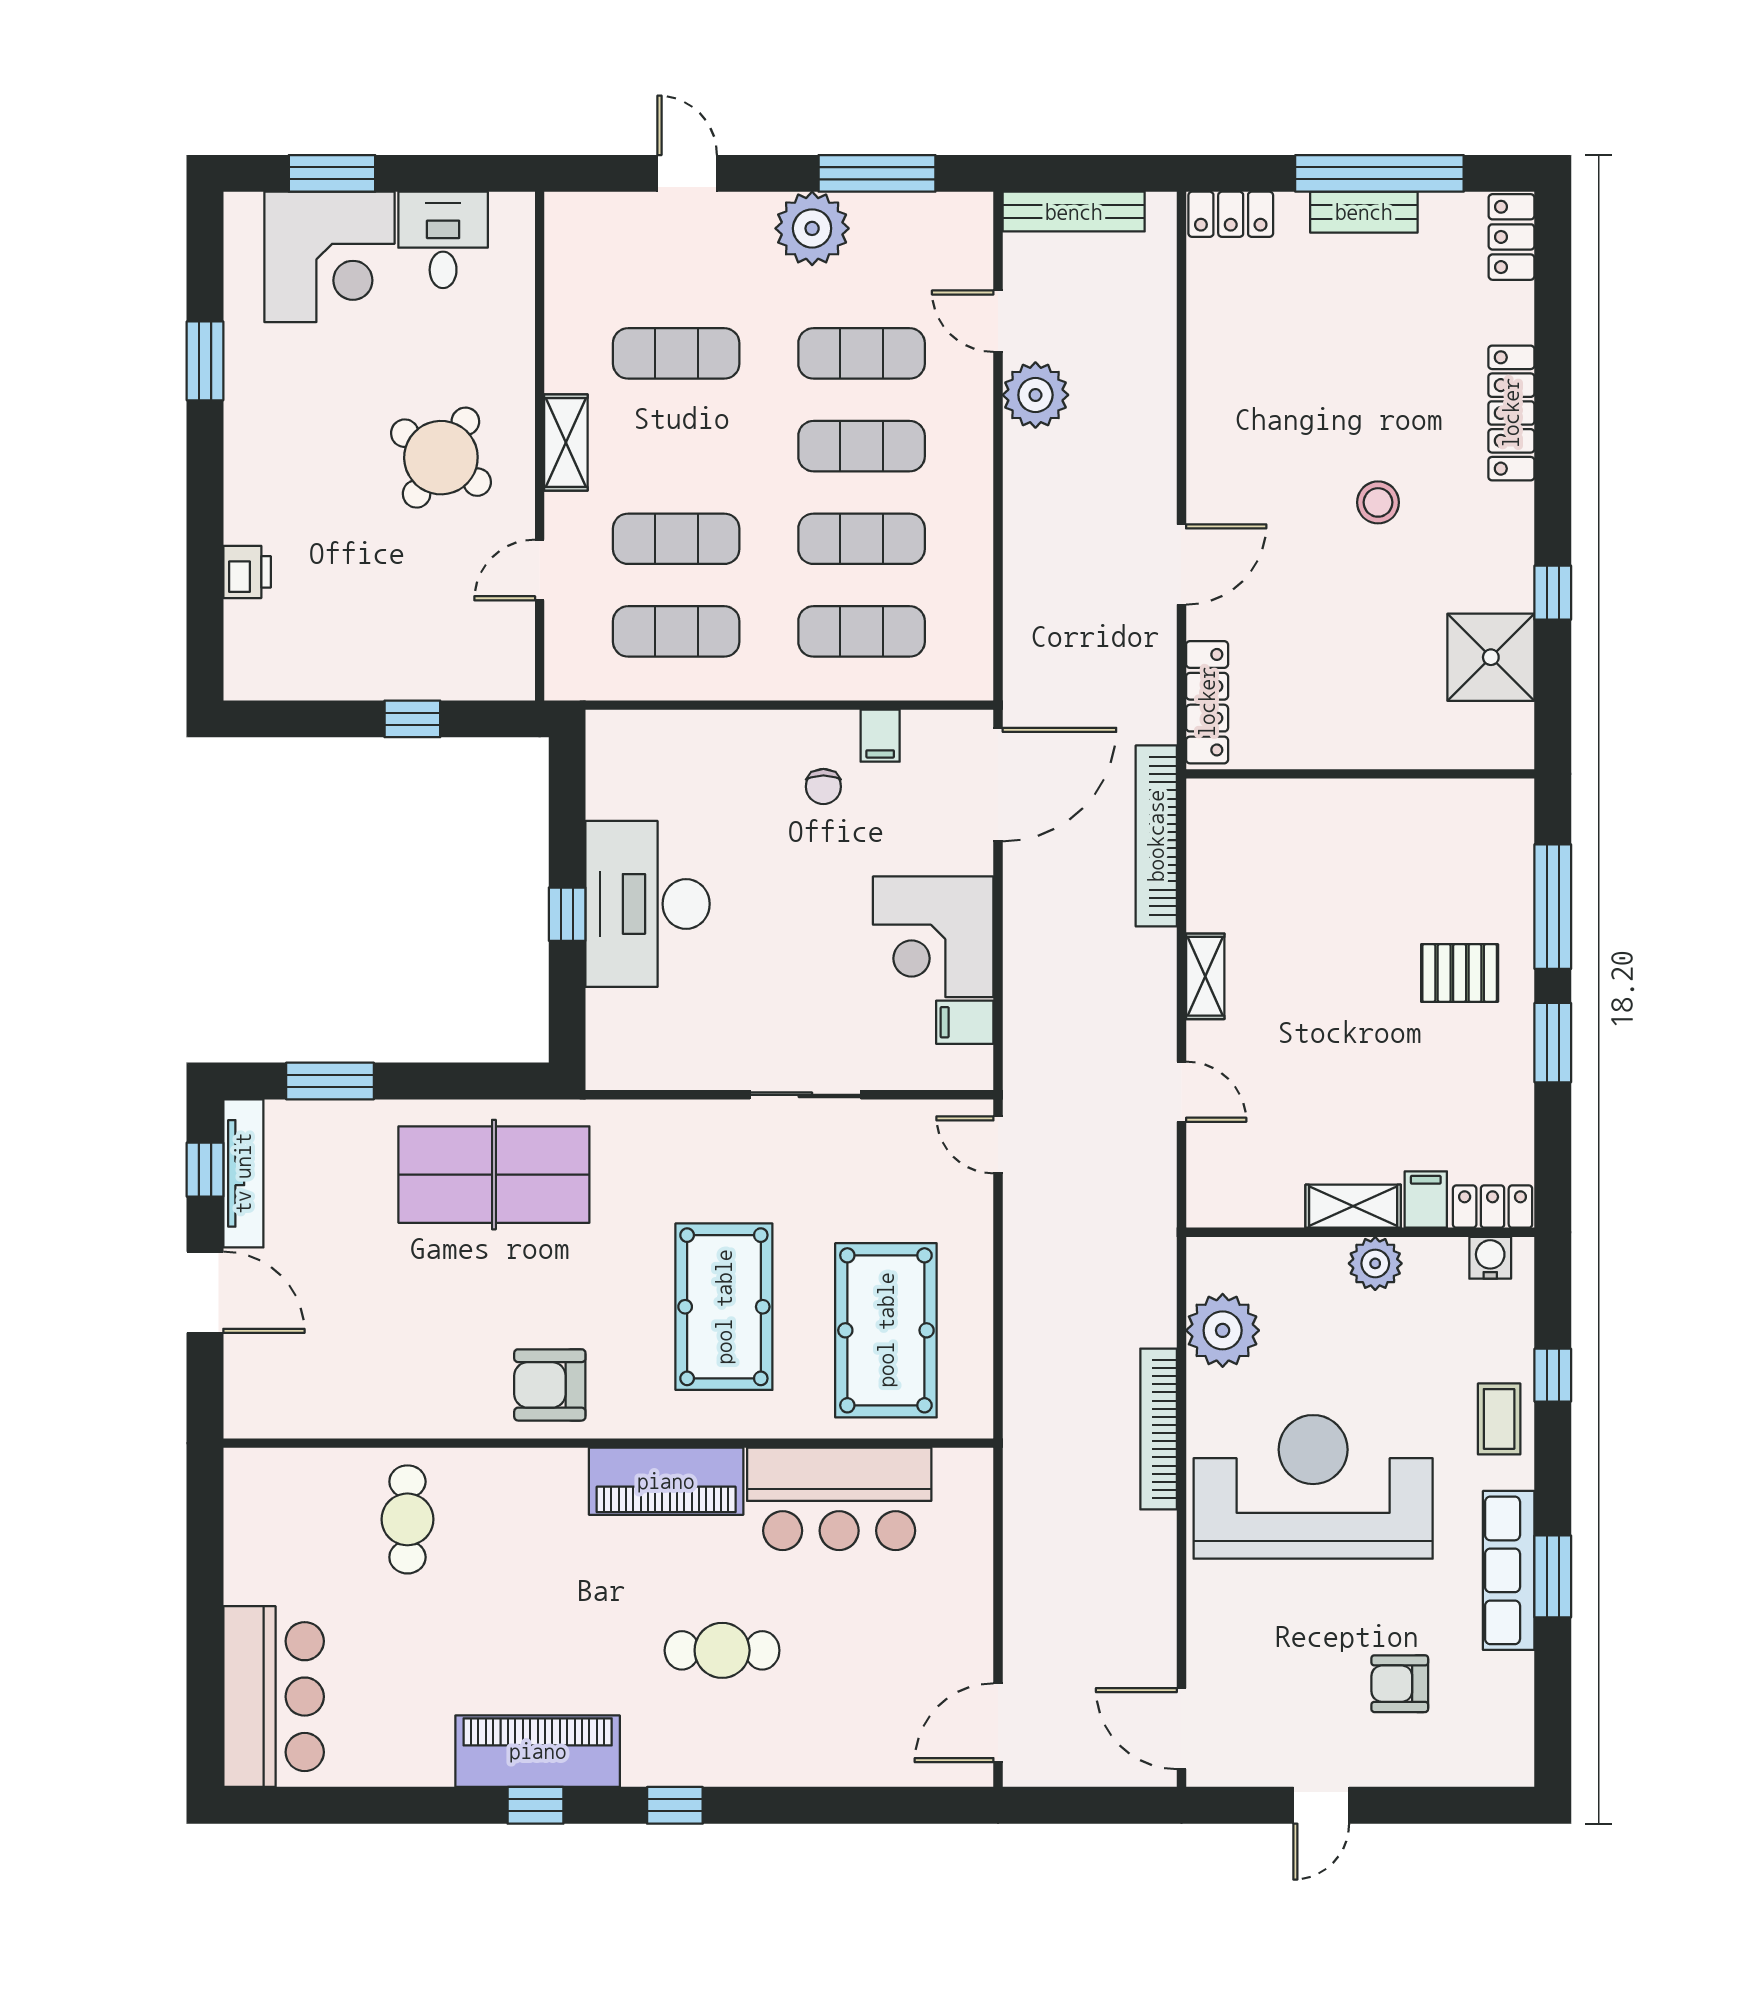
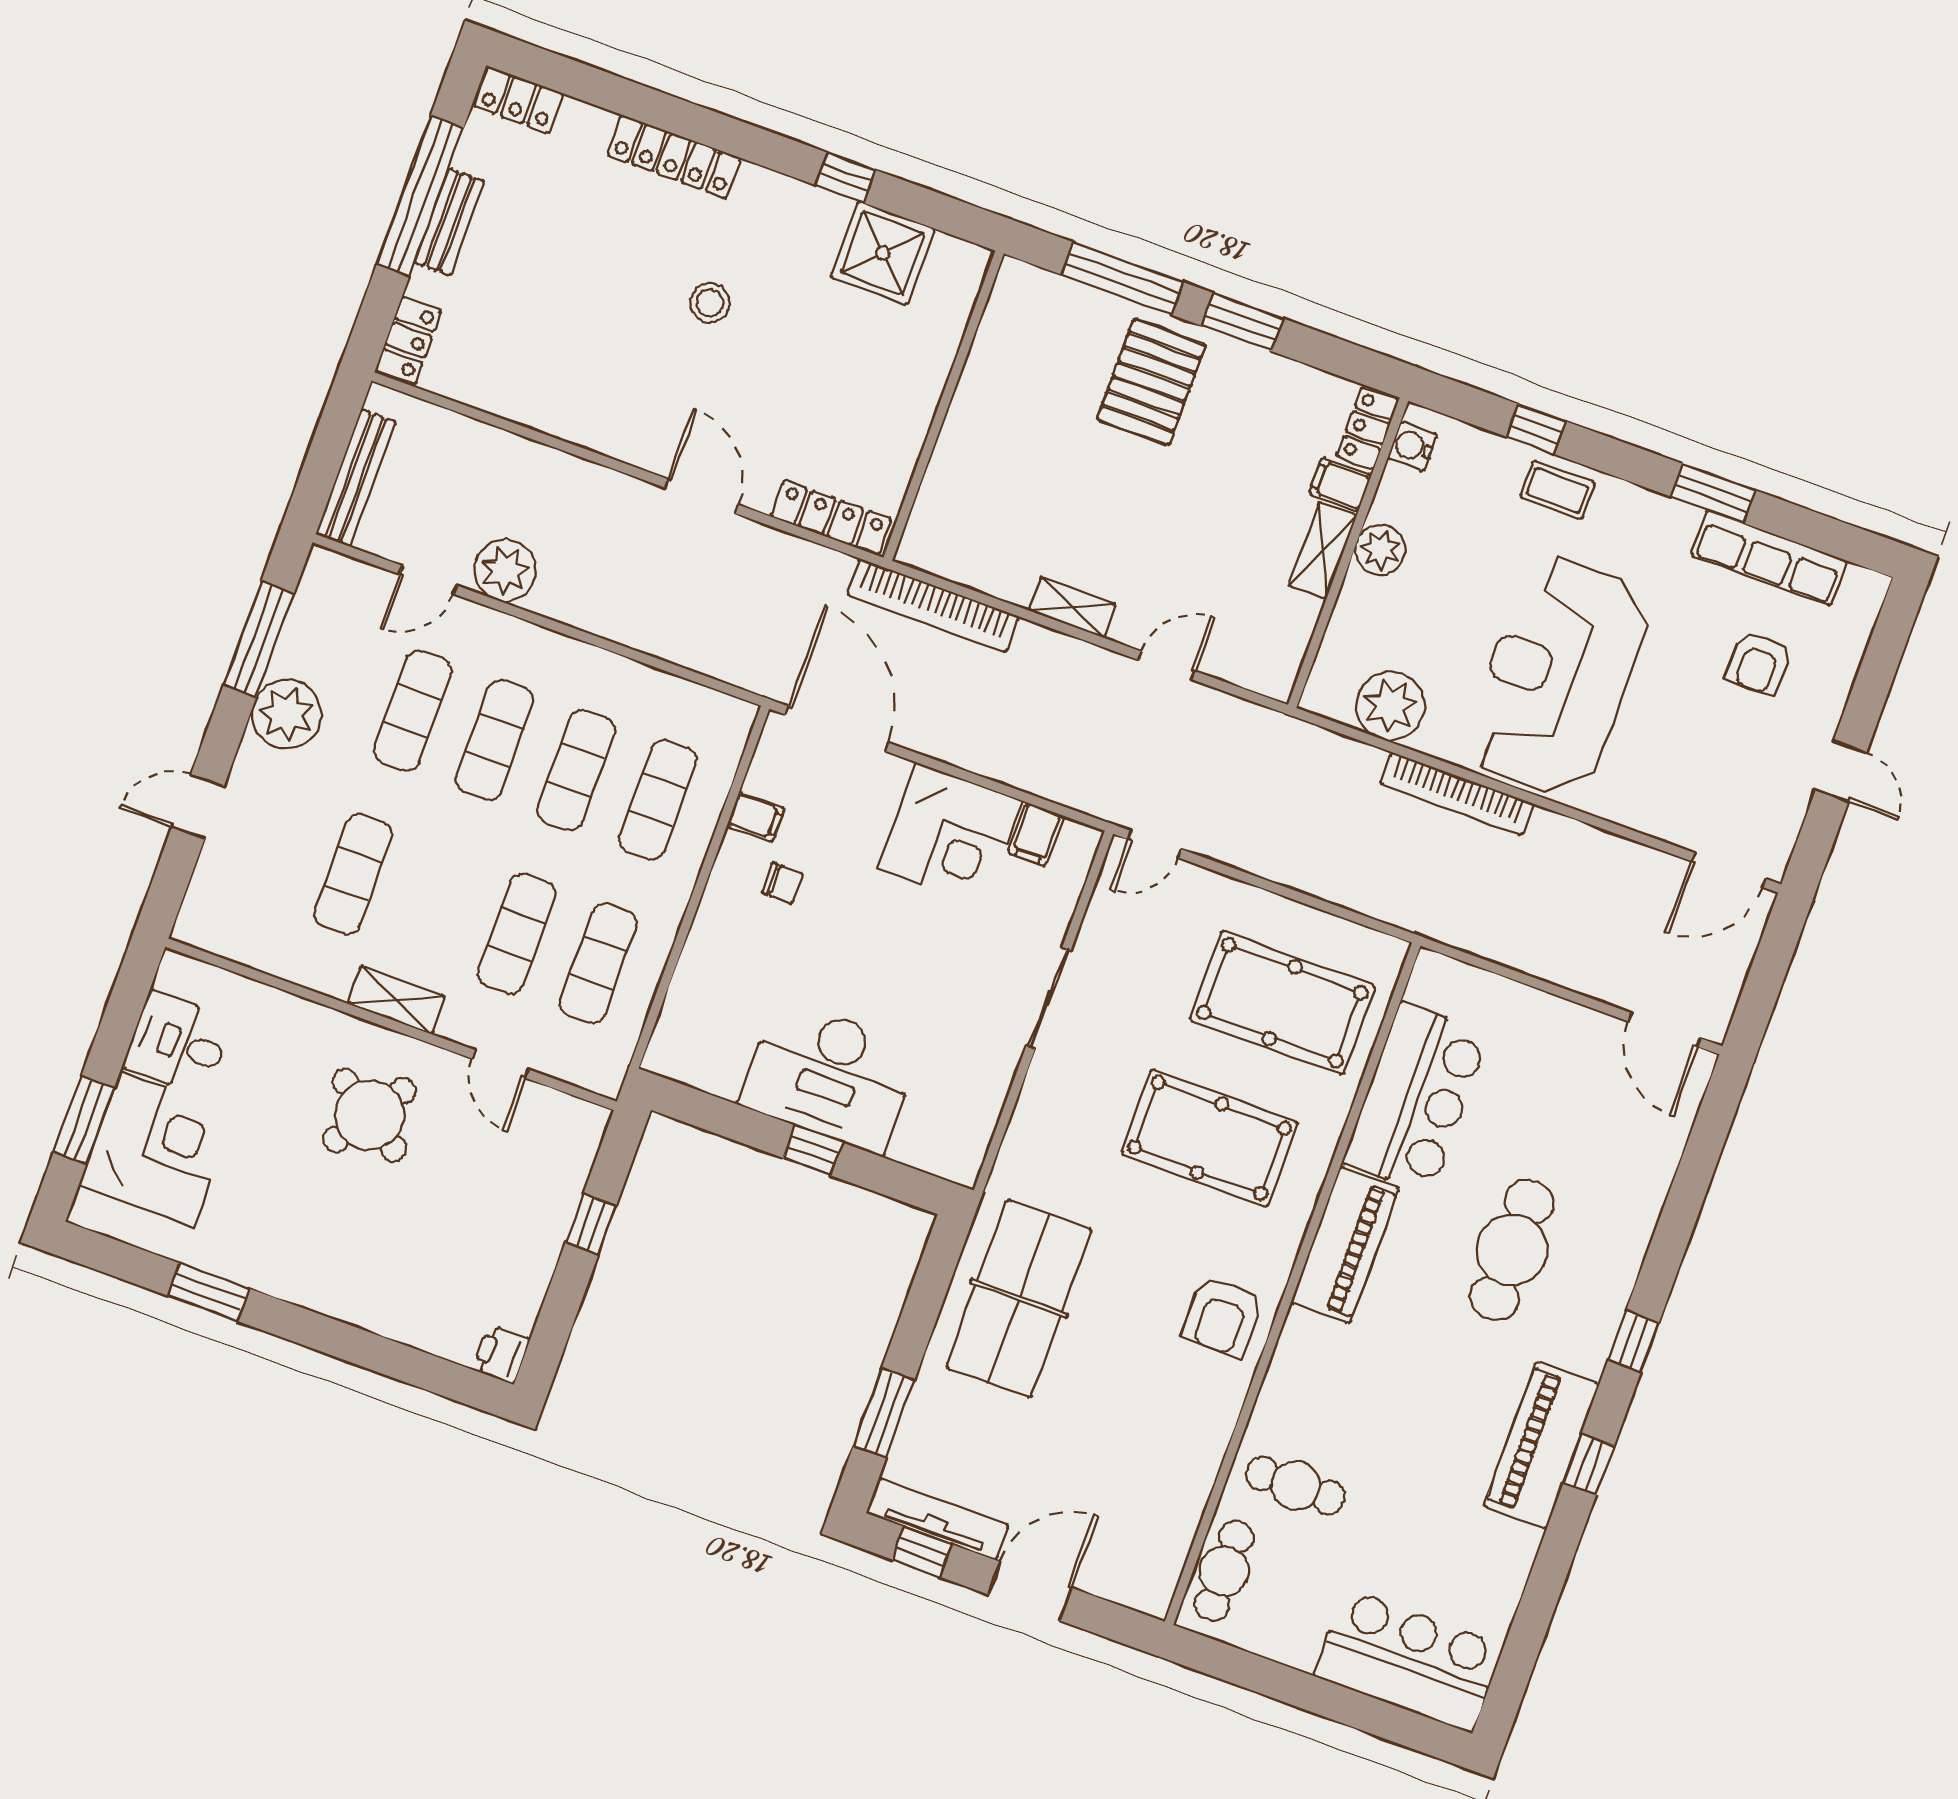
printer: (247, 572) -> (501, 1354), moved, turned -90
pallet: (1460, 973) -> (1151, 382), width x1.50, depth x1.42
cafe table: (296, 1479) -> (1224, 1571), added
row of seats: (1509, 1570) -> (1769, 558), moved
cafe table: (722, 1650) -> (1512, 1250), width x1.37, depth x1.35

